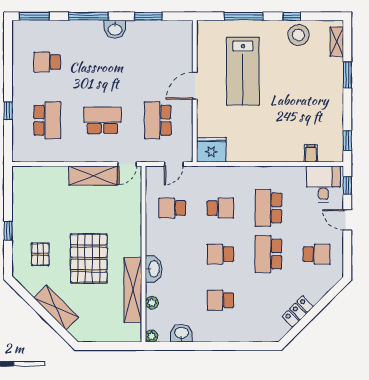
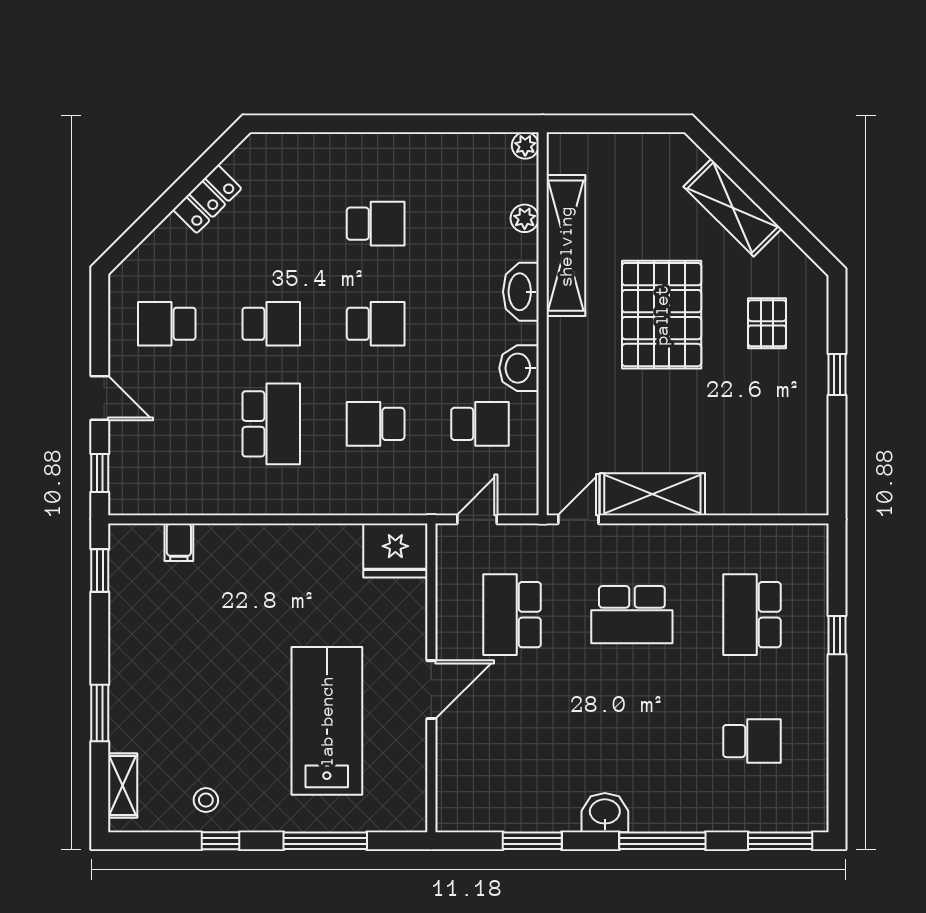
stool: (299, 35) -> (206, 800), width x0.53, depth x0.53
school desk: (158, 120) -> (512, 615), turned 180
desk: (323, 184) -> (152, 476), removed
school desk: (268, 254) -> (271, 324), width x0.54
washbasin: (181, 333) -> (519, 368), moved, turned 90

